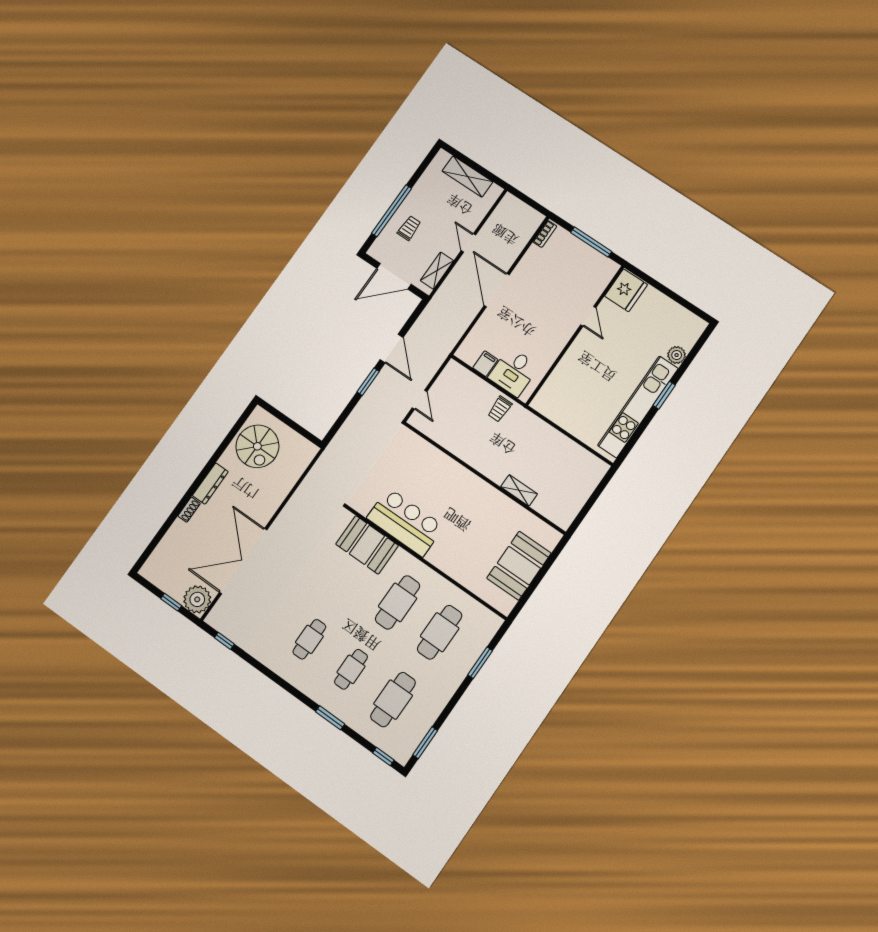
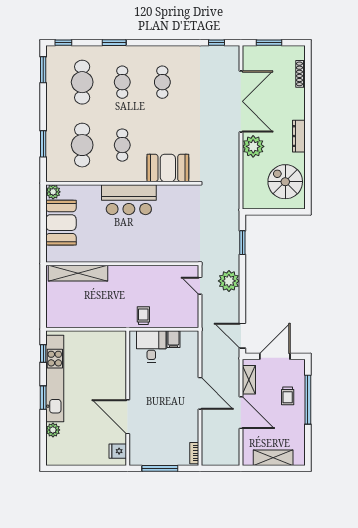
door: (468, 243) -> (241, 413), width x1.87
fridge: (626, 290) -> (118, 451), width x0.53, depth x0.75
door: (588, 316) -> (128, 417), width x1.87
door: (392, 349) -> (242, 336), moved
window: (368, 382) -> (242, 243), moved
plant: (386, 384) -> (229, 281), added
window: (633, 441) -> (43, 354), added
shelving: (519, 490) -> (78, 273), width x2.20, depth x1.33
shoe rack: (189, 510) -> (301, 74), moved, width x1.43
bar counter: (405, 522) -> (129, 200), moved
plant: (197, 599) -> (253, 146), moved
window: (171, 602) -> (269, 43), width x1.50
cafe table: (398, 602) -> (122, 145), width x0.73, depth x0.74
plant: (505, 604) -> (53, 192), added

